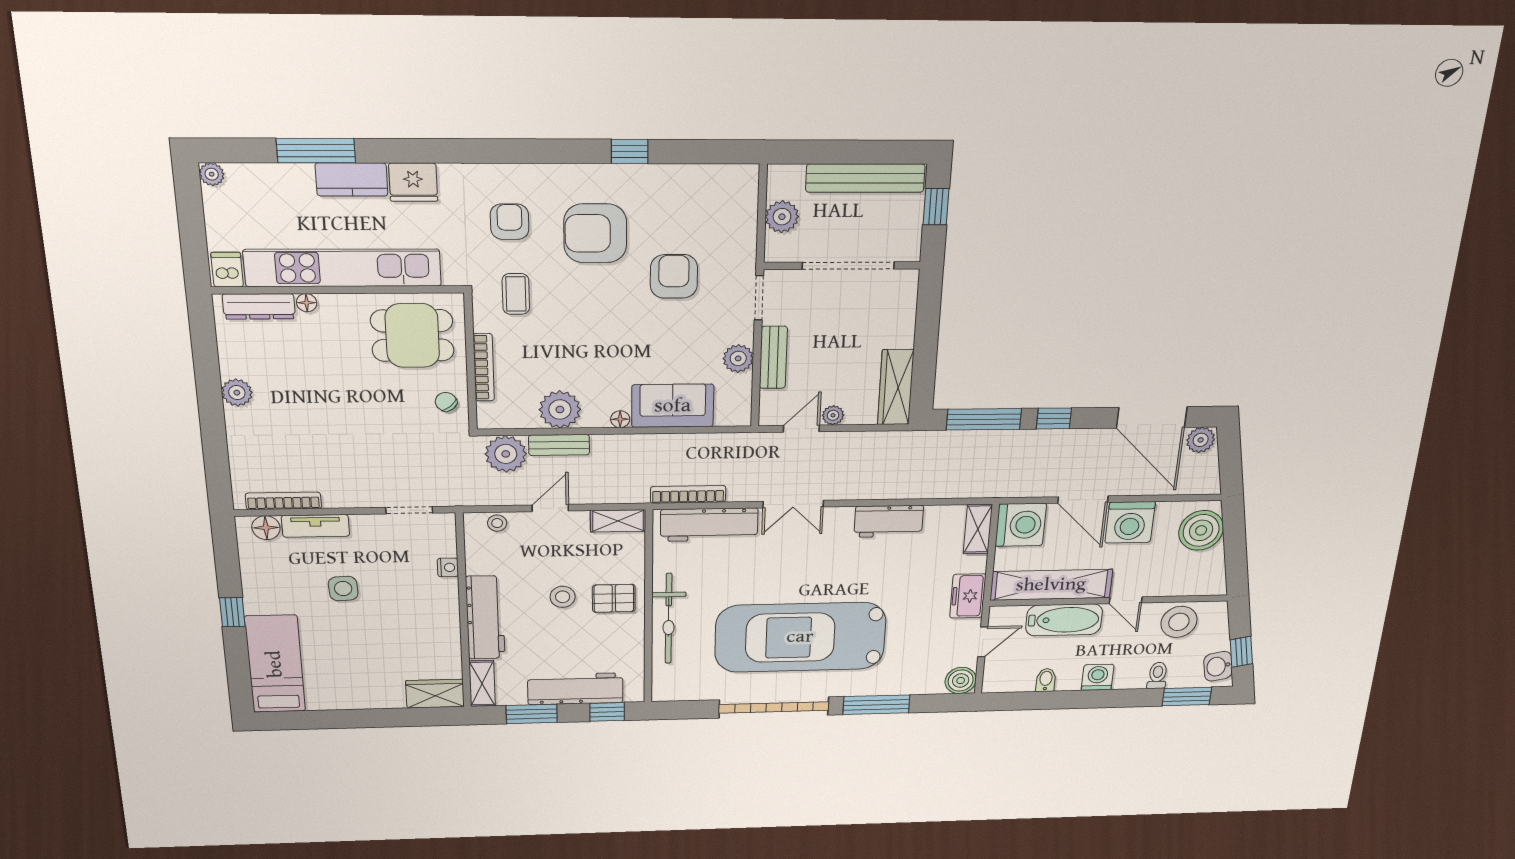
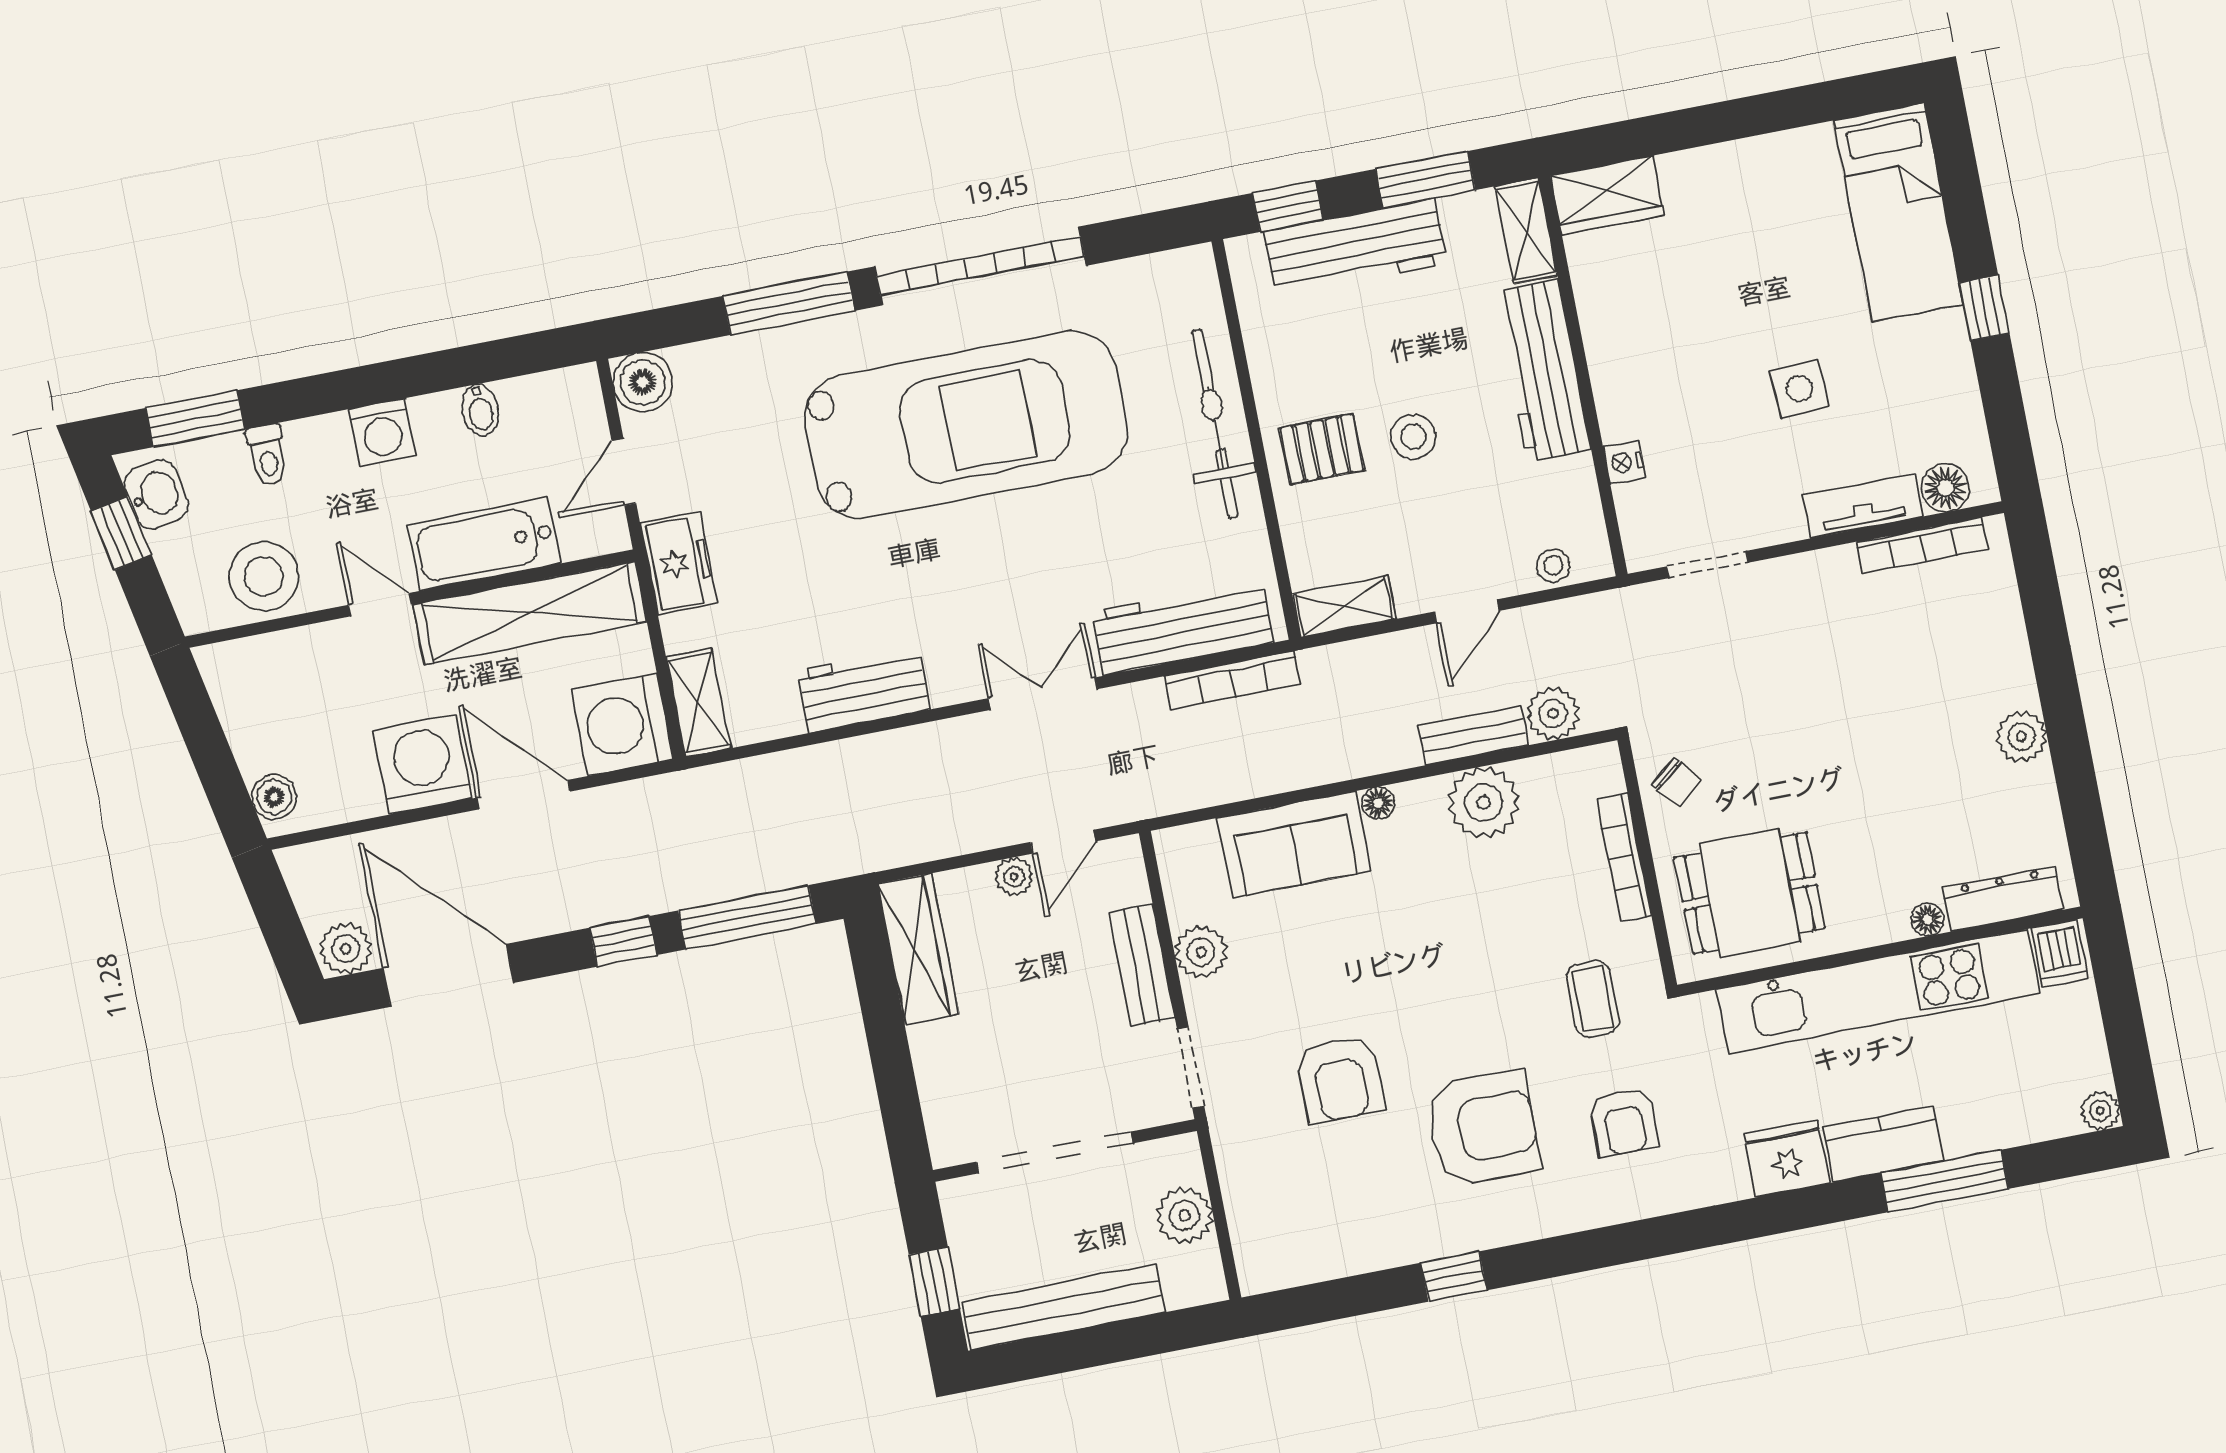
plant: (506, 454) -> (1553, 714), width x0.73, depth x0.73
boiler: (1201, 530) -> (274, 797), width x0.54, depth x0.54

